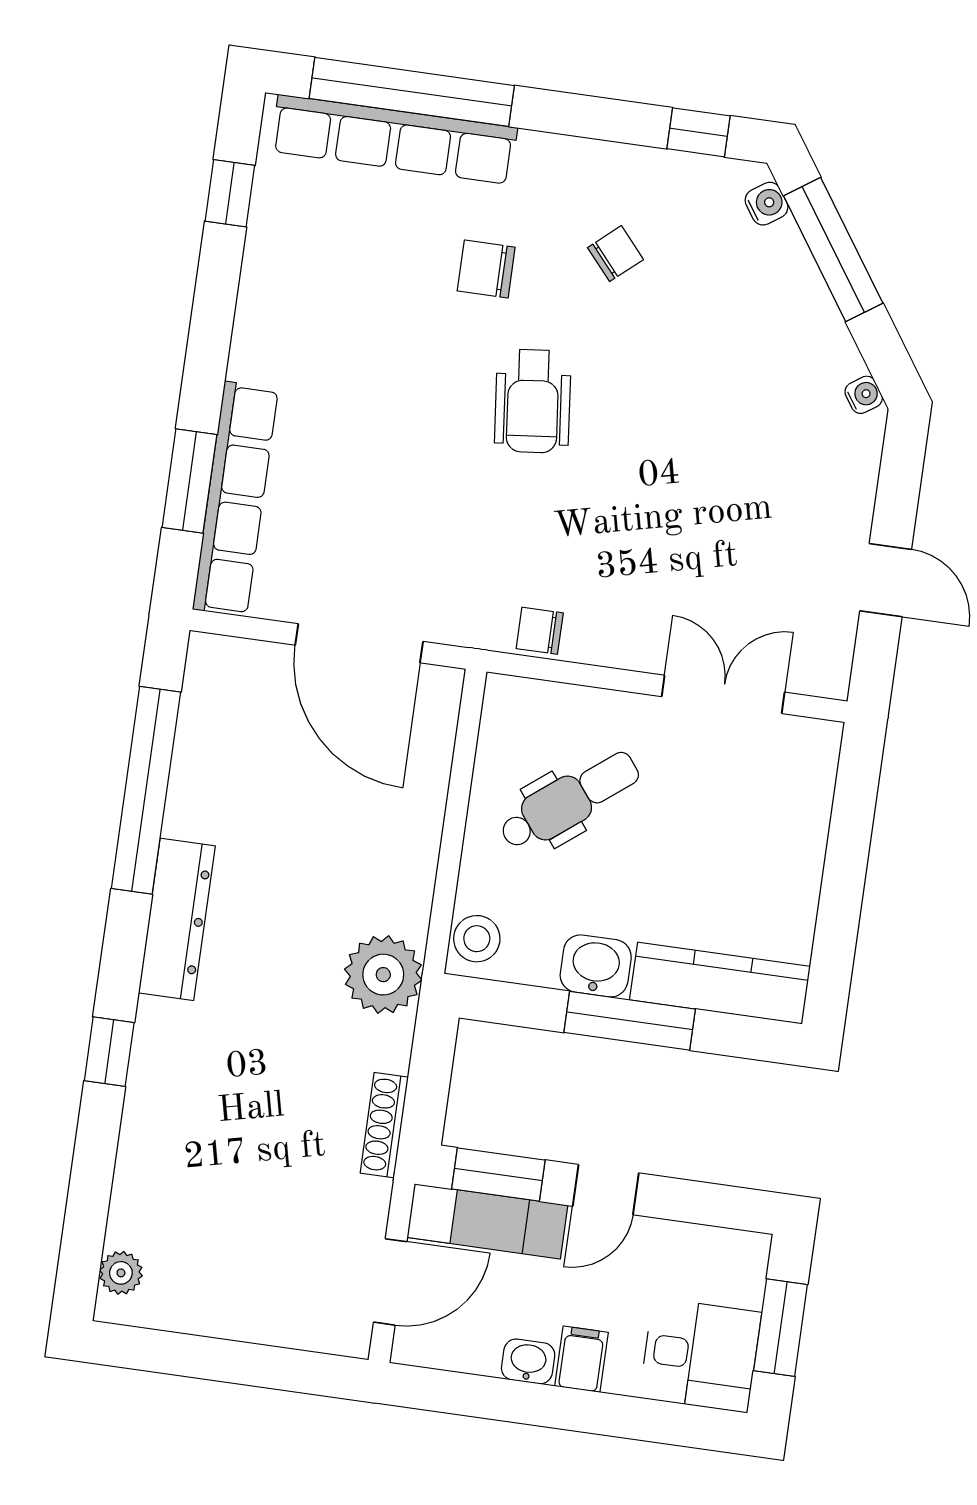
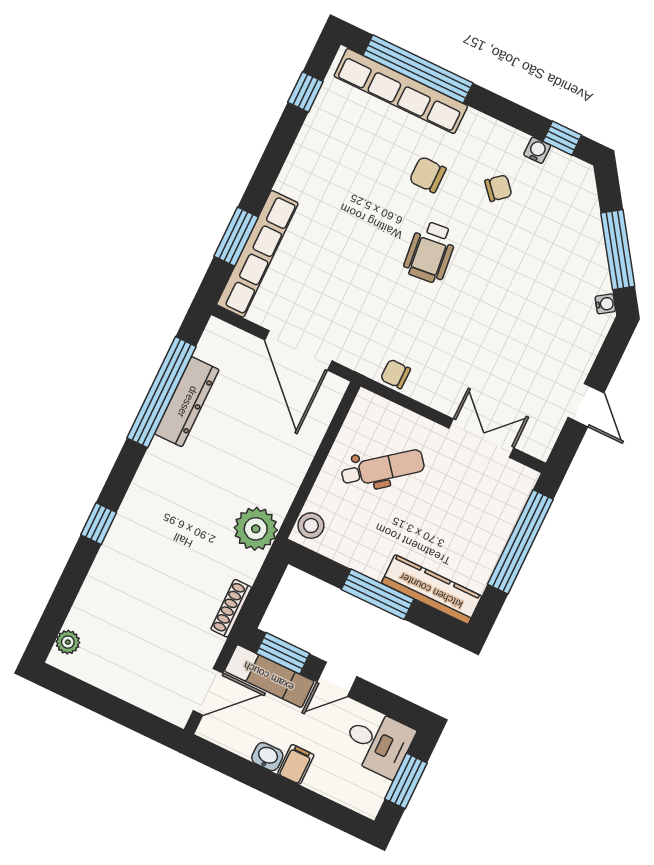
water cooler: (766, 204) -> (537, 150), moved, turned -56
window: (833, 249) -> (618, 250), moved
window: (847, 852) -> (520, 542), added
dresser: (177, 919) -> (187, 402), moved
washbasin: (596, 966) -> (369, 560), removed
desk: (700, 1355) -> (378, 743), moved

